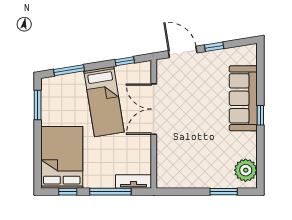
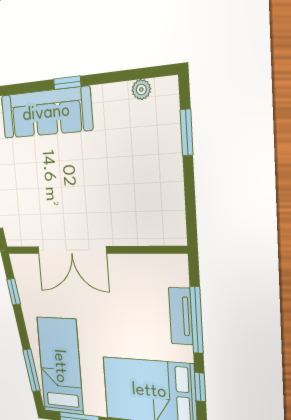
bed: (104, 102) -> (60, 366), moved, turned -81
plant: (246, 170) -> (141, 89), width x0.53, depth x0.53
tv unit: (133, 182) -> (181, 316), moved

